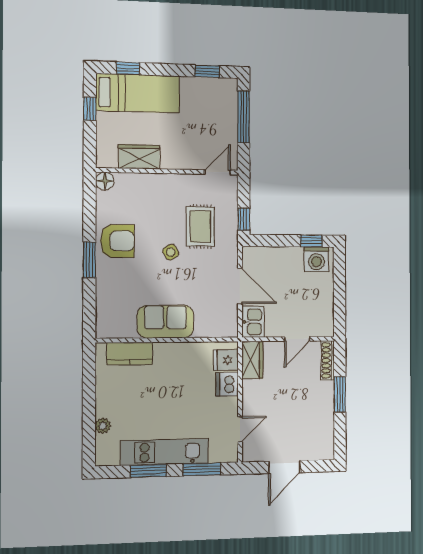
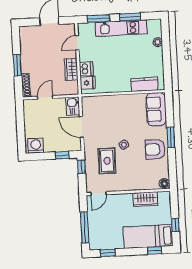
window: (311, 241) -> (62, 155), moved
sofa: (165, 322) -> (156, 109), moved, turned 90
wardrobe: (252, 360) -> (71, 70), moved

